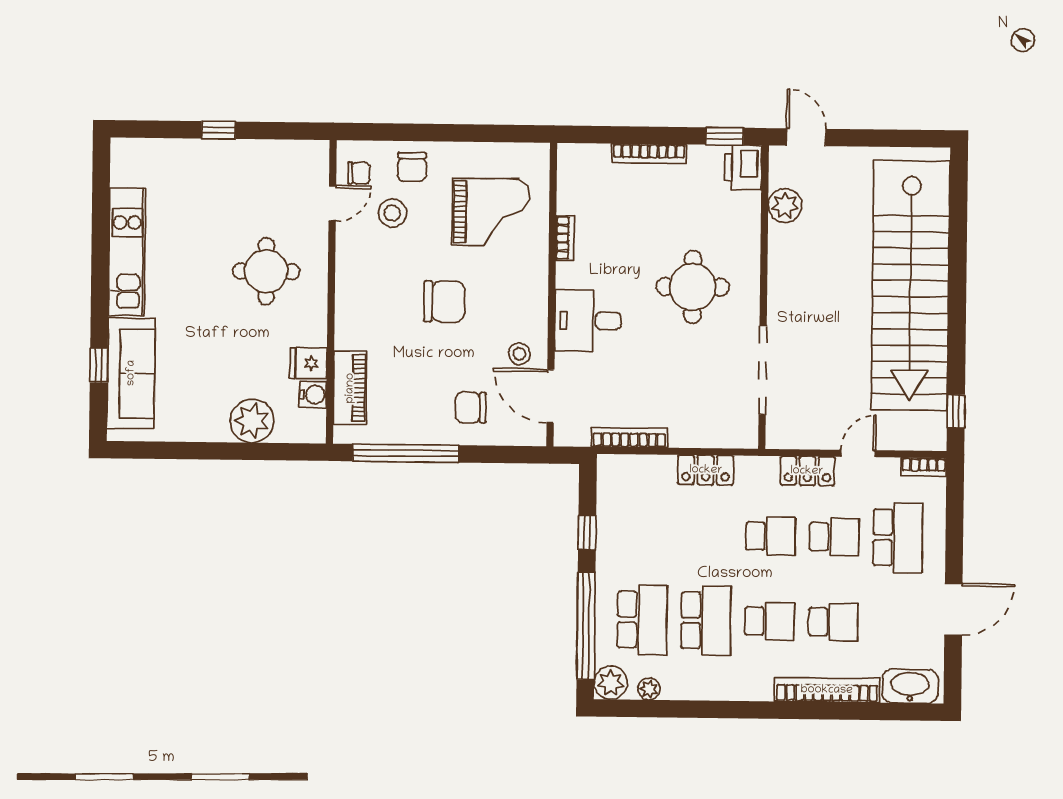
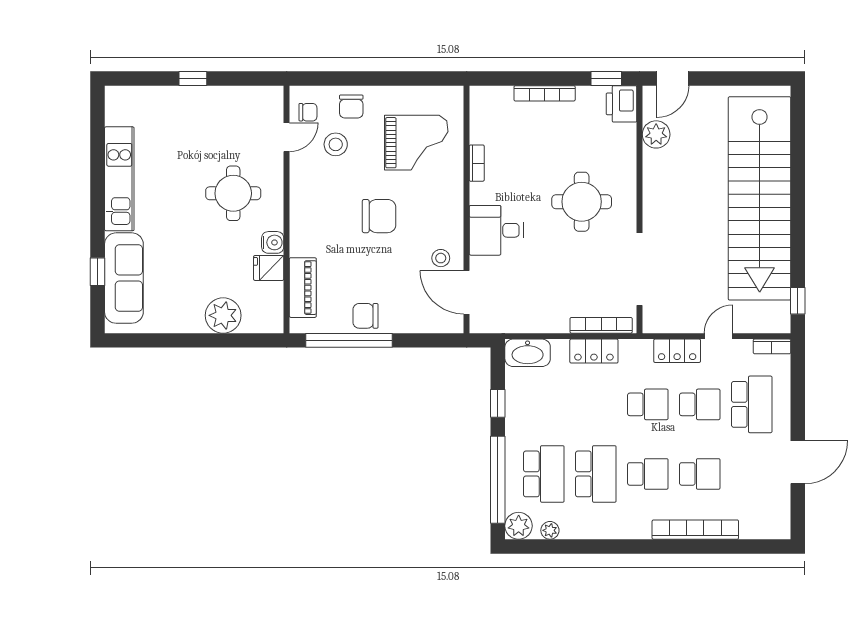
door: (806, 137) -> (673, 78), swing flipped
water cooler: (313, 395) -> (273, 242), moved
chair: (471, 408) -> (366, 316), moved
bookcase: (629, 438) -> (601, 325), moved
washbasin: (910, 686) -> (528, 353), moved, turned 180

